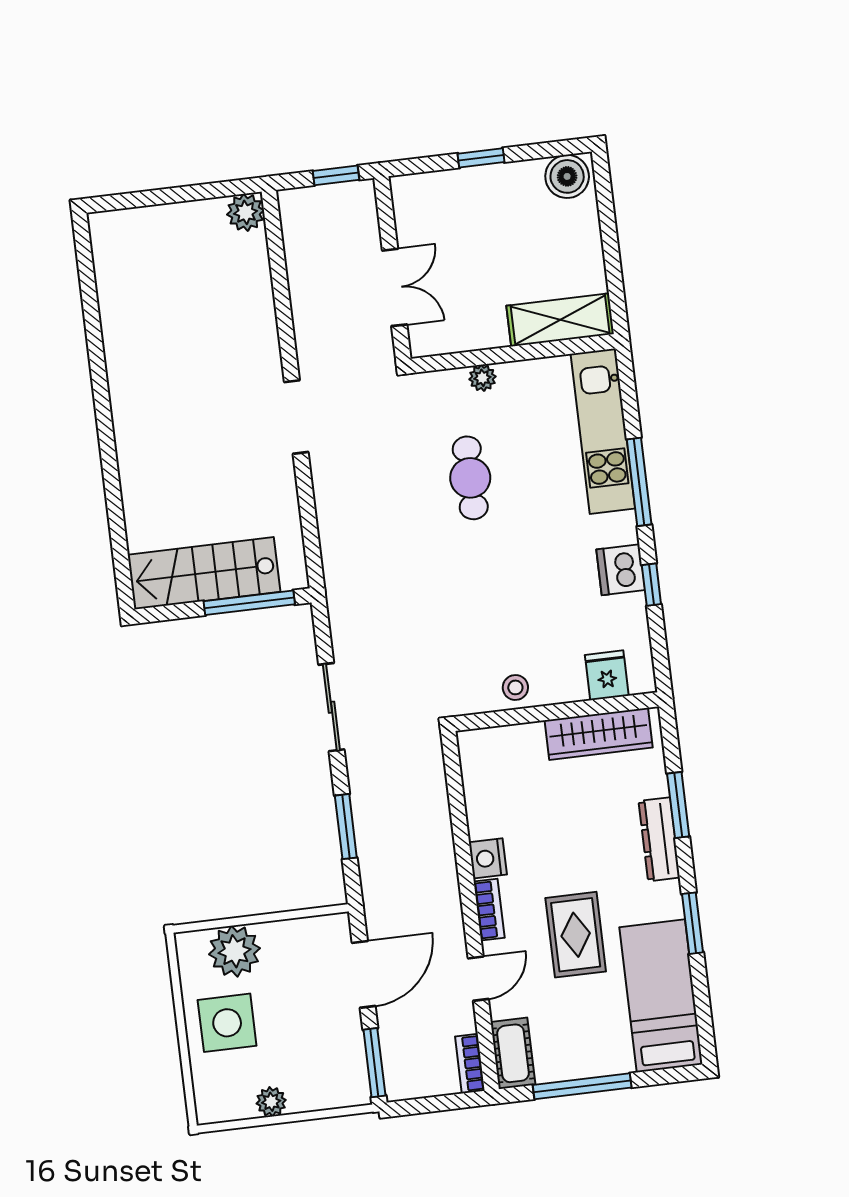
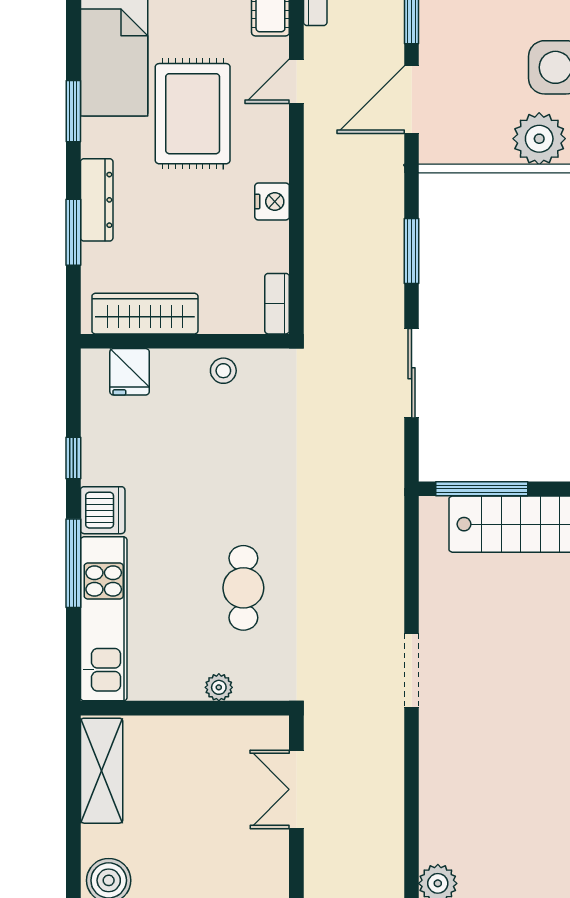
shelving: (560, 320) -> (102, 771), moved, turned 90
dishwasher: (621, 570) -> (103, 510), moved
bookcase: (489, 910) -> (277, 304), moved
rug: (576, 935) -> (193, 114), width x1.36, depth x1.43

